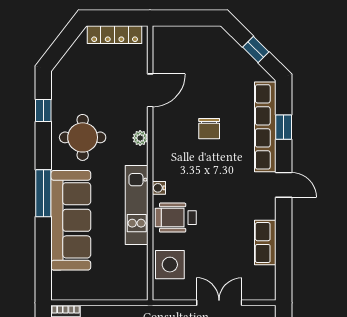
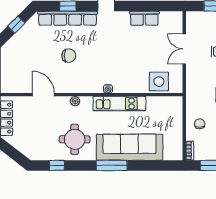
wheelchair: (176, 218) -> (128, 78), removed

